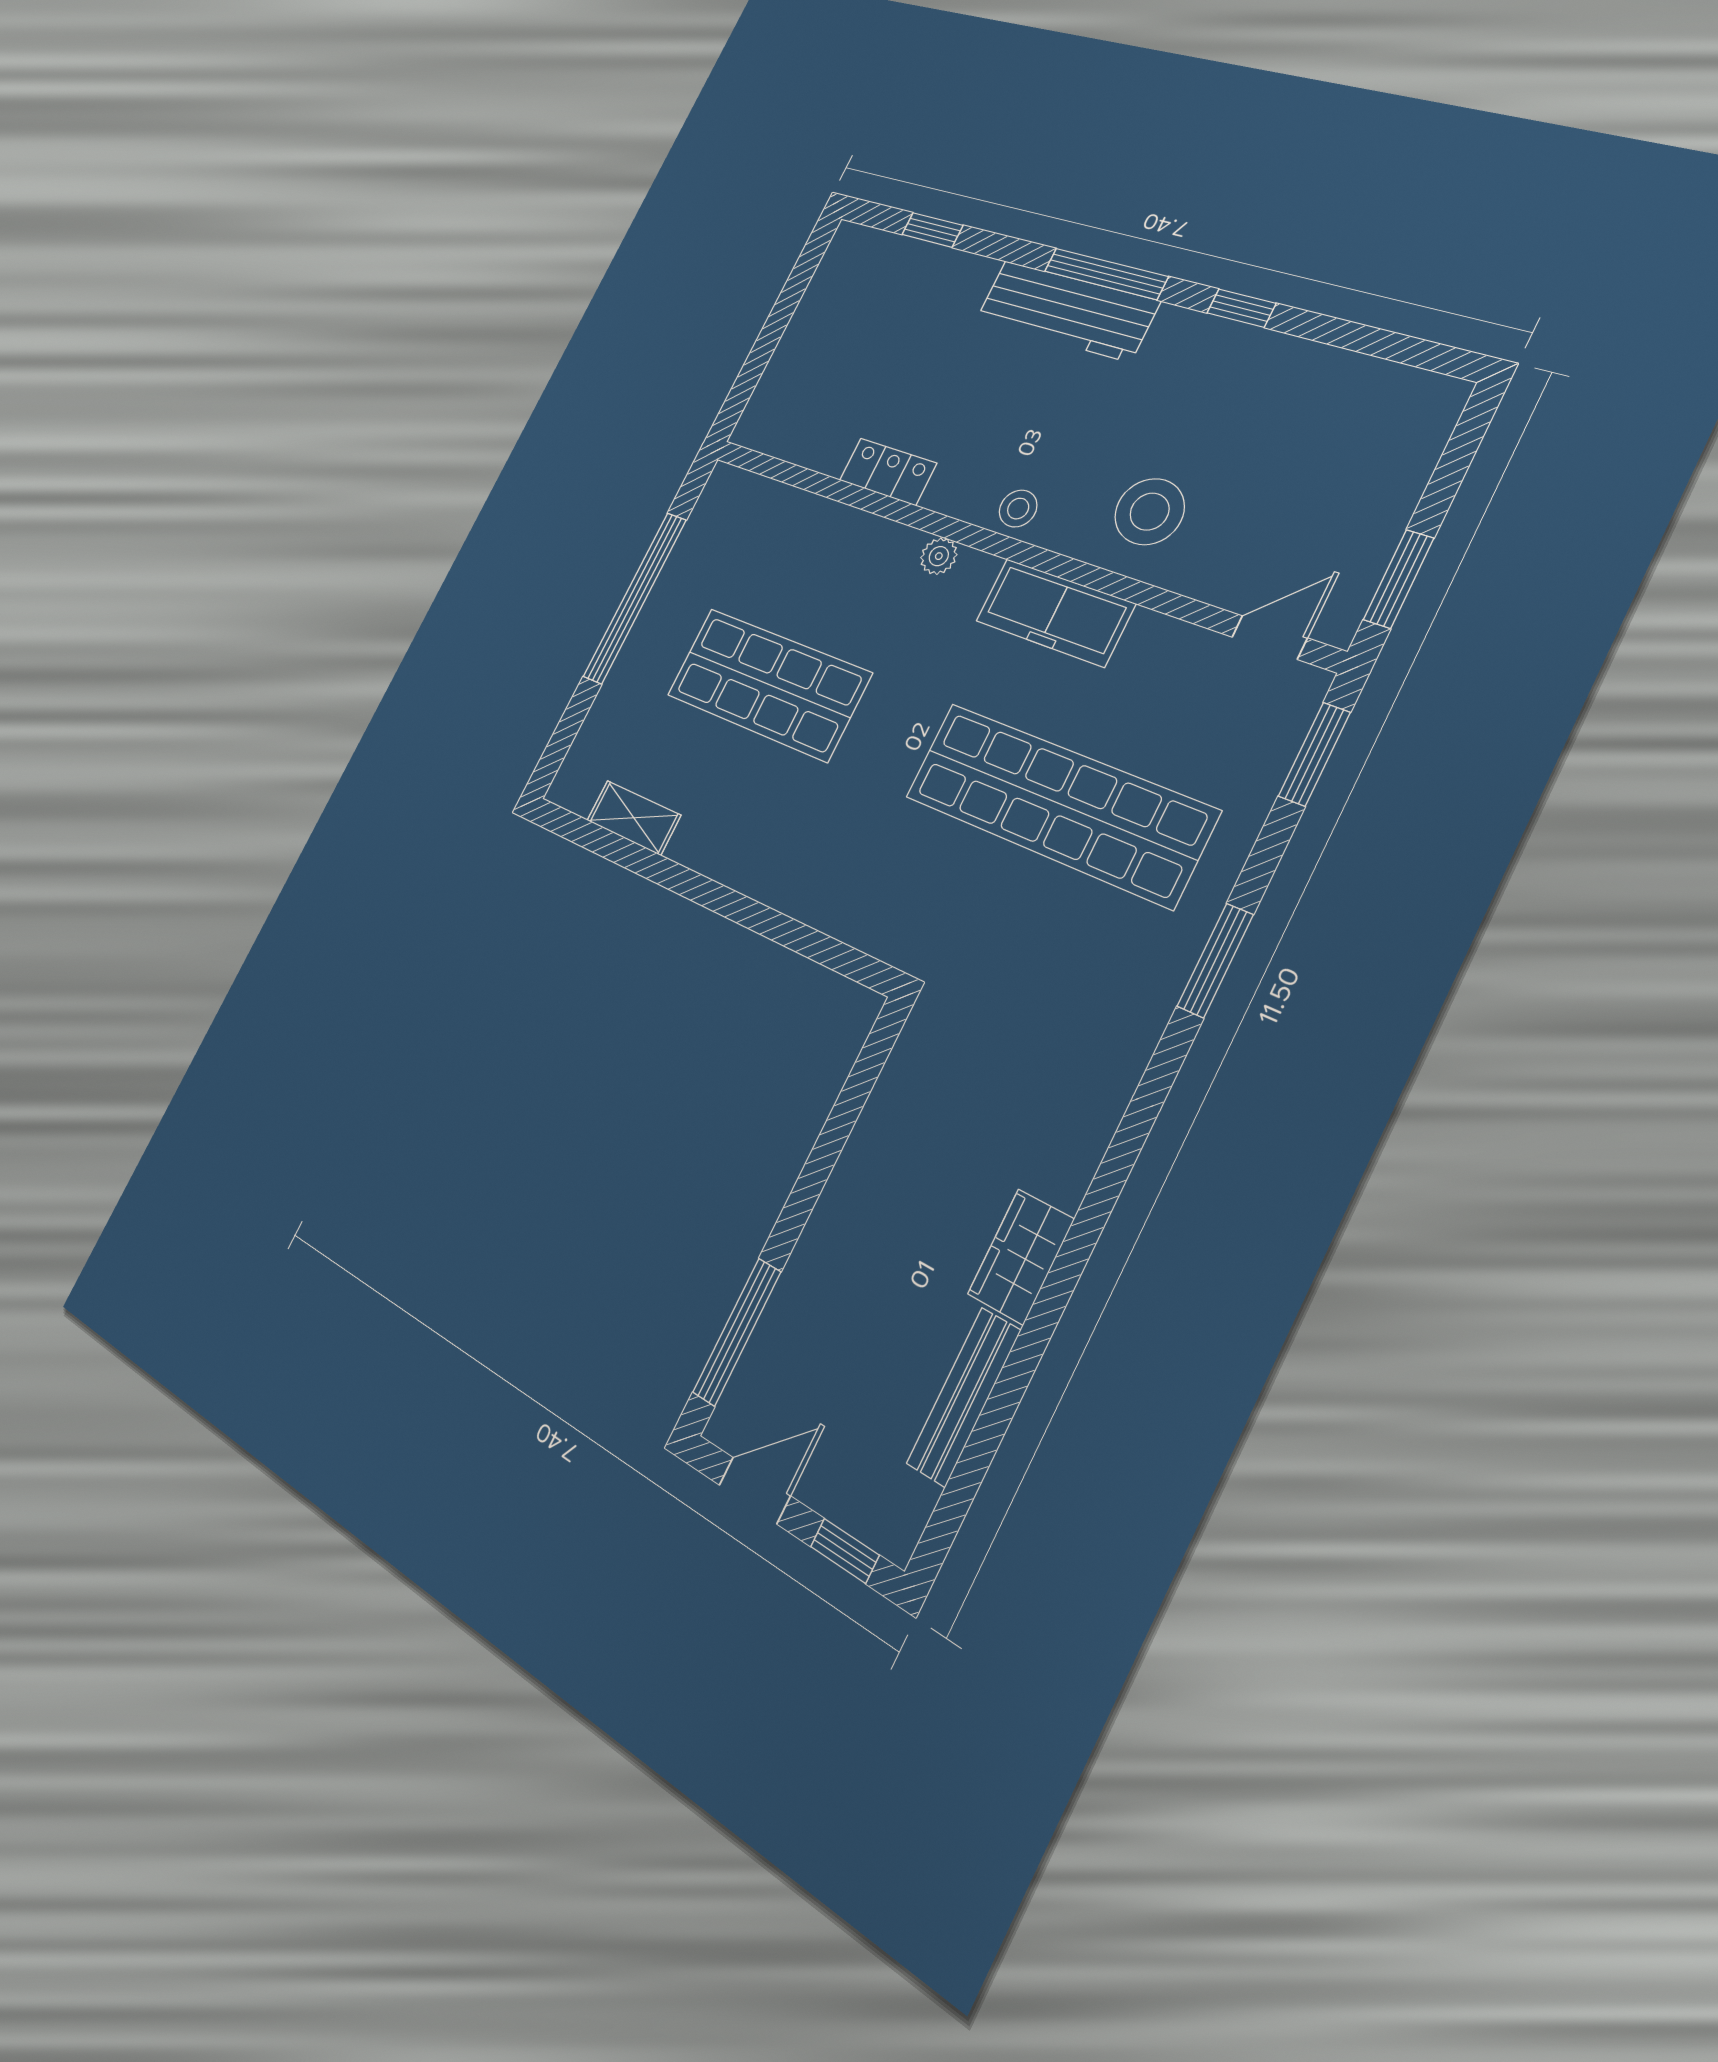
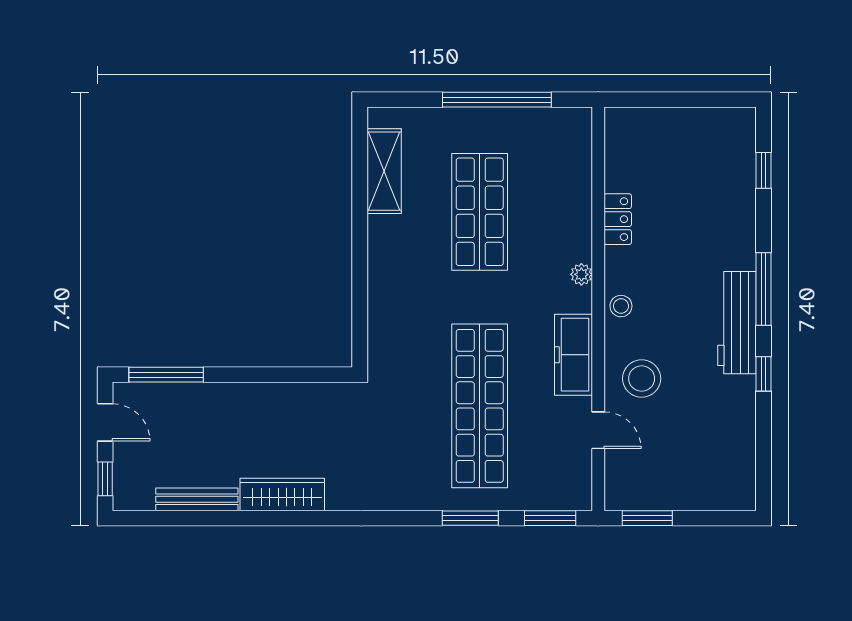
workbench: (1067, 311) -> (737, 323), moved
door: (1269, 638) -> (598, 430), moved
shelving: (634, 818) -> (384, 171), width x1.50, depth x1.33
window: (1215, 960) -> (470, 518), moved
wardrobe: (1021, 1257) -> (282, 494), width x1.50

